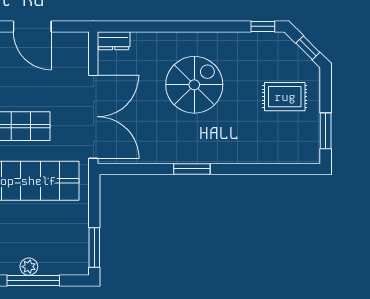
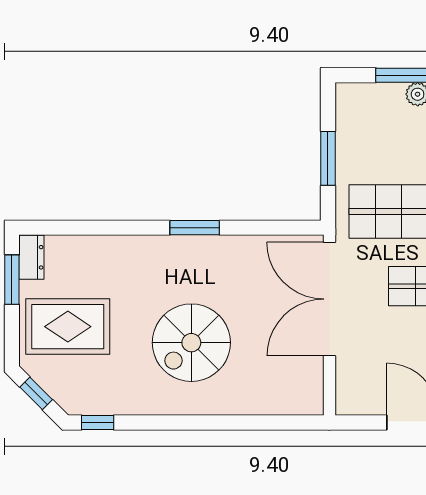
dresser: (114, 41) -> (31, 257), moved, turned 90
rug: (285, 97) -> (68, 327), width x1.36, depth x1.43
window: (94, 247) -> (328, 158), moved

